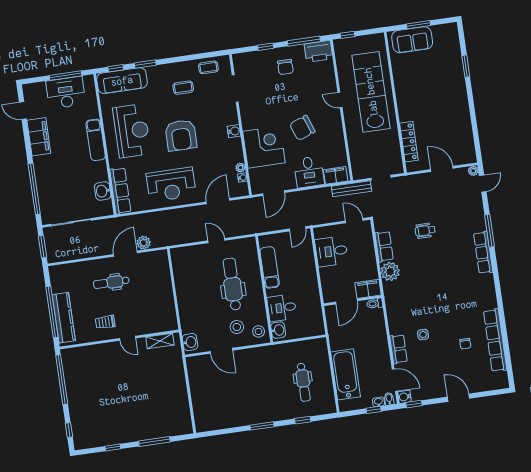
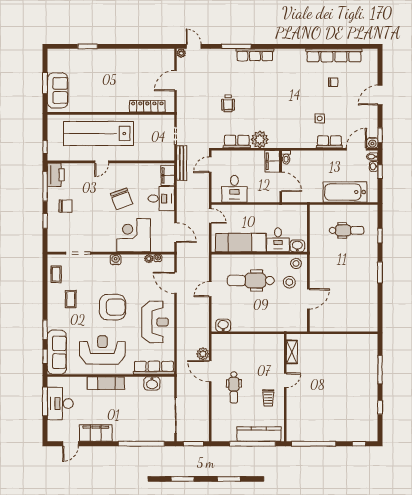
exam couch: (270, 267) -> (241, 243), width x1.36, depth x1.45
washbasin: (190, 342) -> (223, 325), moved

